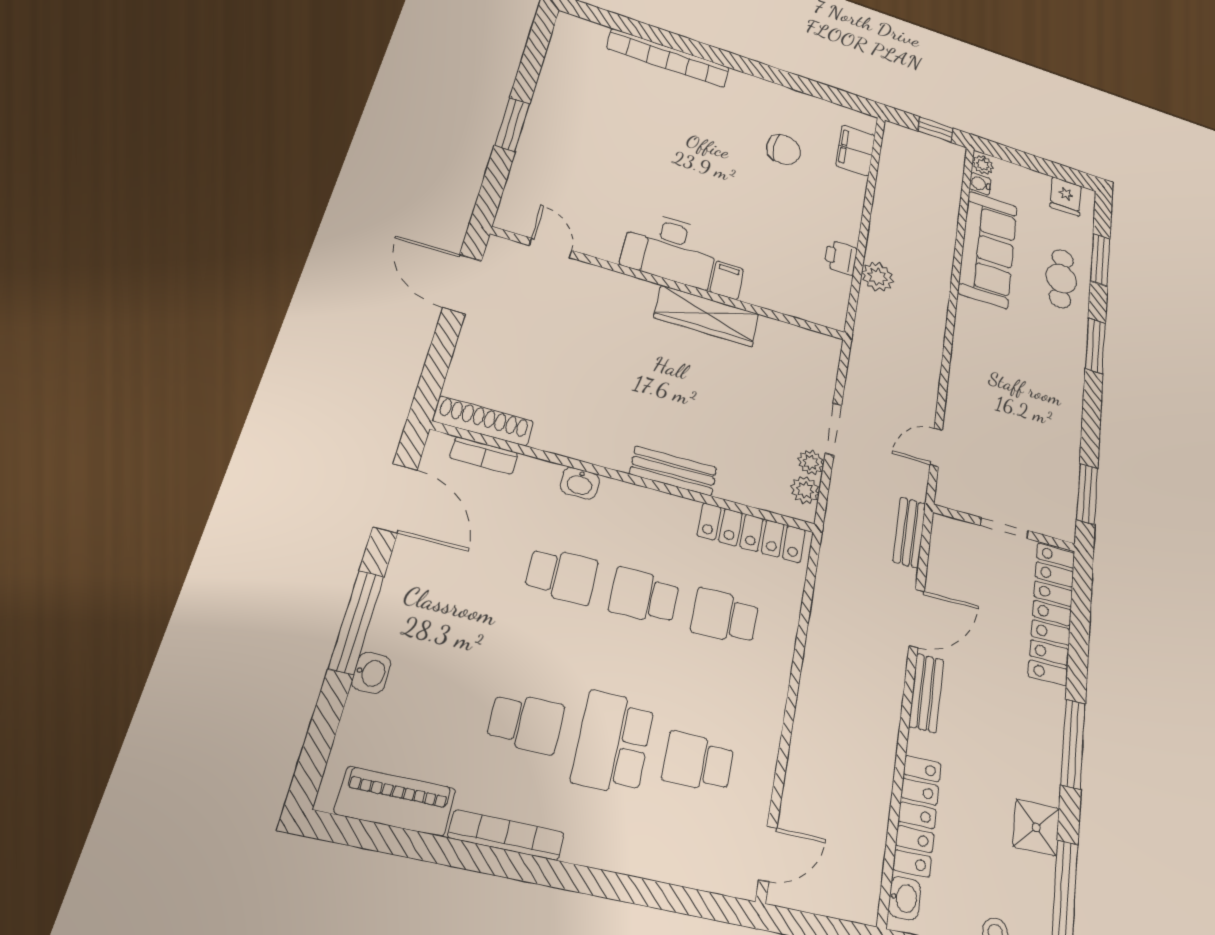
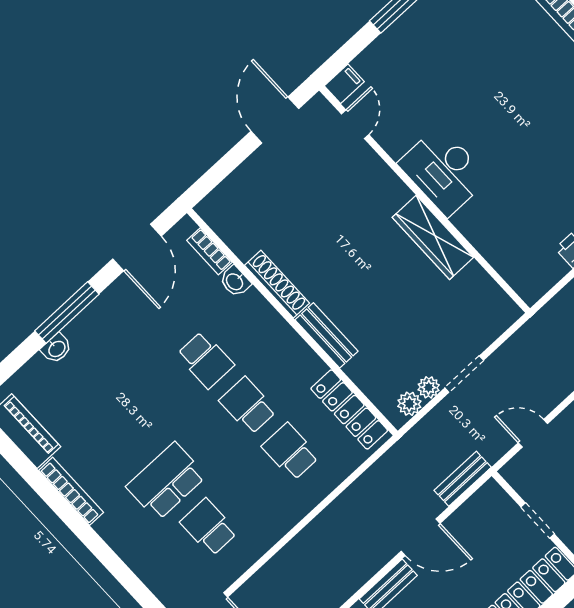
filing cabinet: (727, 280) -> (344, 84), moved
shoe rack: (483, 421) -> (277, 284), moved
washbasin: (580, 483) -> (235, 281), moved
school desk: (526, 723) -> (124, 435), removed

